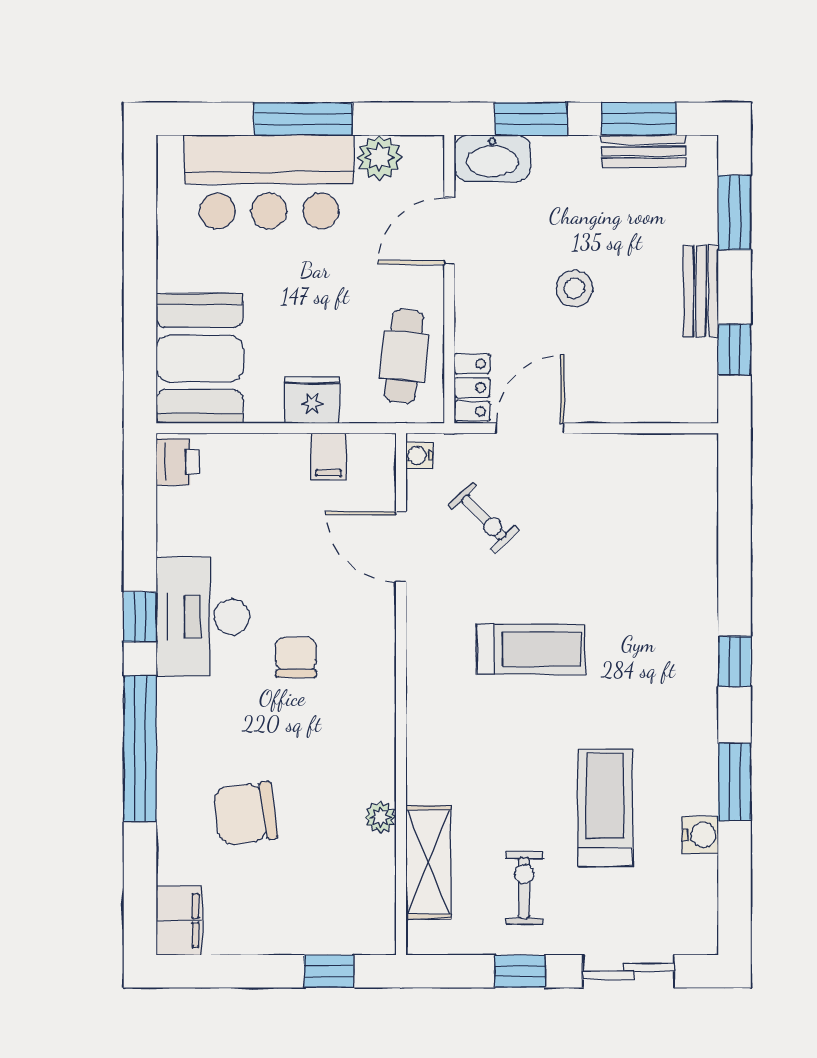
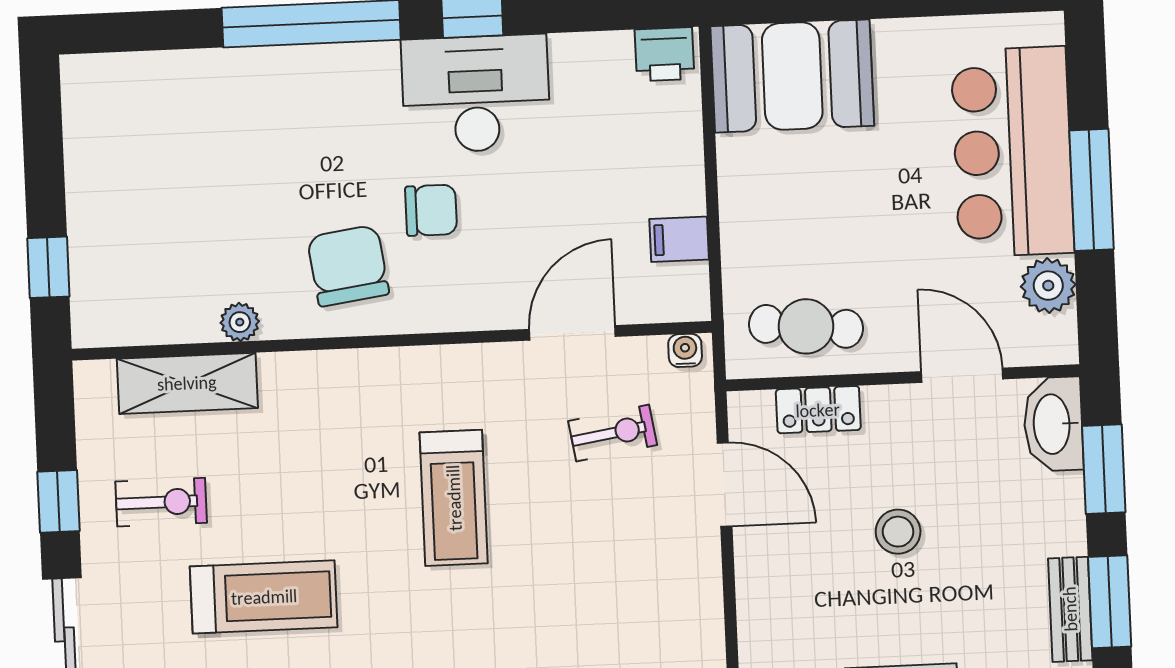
locker: (472, 388) -> (818, 410), moved
fridge: (312, 400) -> (748, 216), removed
exercise bike: (484, 518) -> (613, 433), turned -145
chair: (246, 814) -> (348, 266), moved
filing cabinet: (179, 920) -> (103, 81), removed

